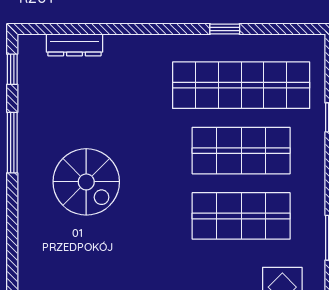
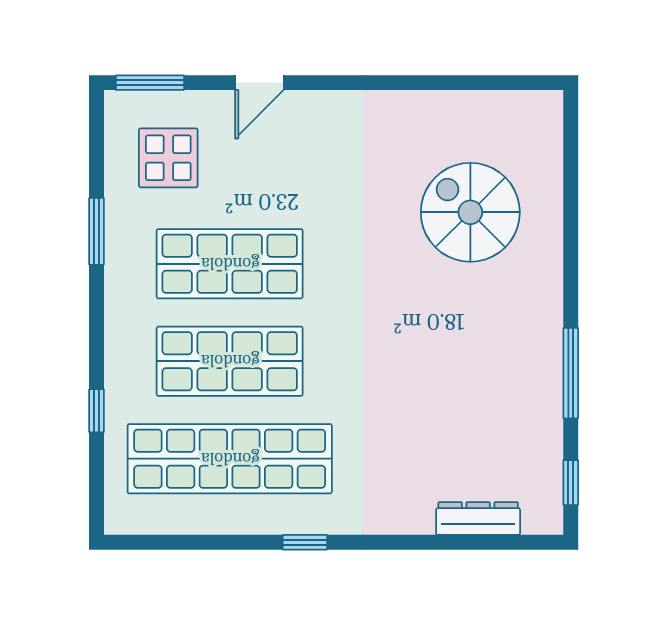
window: (225, 29) -> (305, 542), moved
spiral stairs: (86, 182) -> (470, 212), moved

